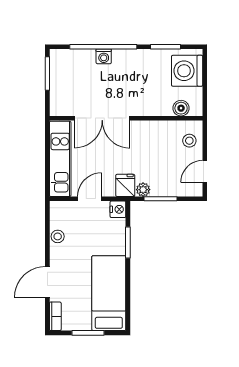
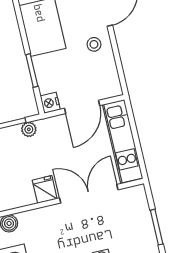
fridge: (125, 185) -> (45, 189), moved, turned 180
door: (90, 199) -> (82, 107), width x1.38
stool: (58, 236) -> (94, 44), moved

